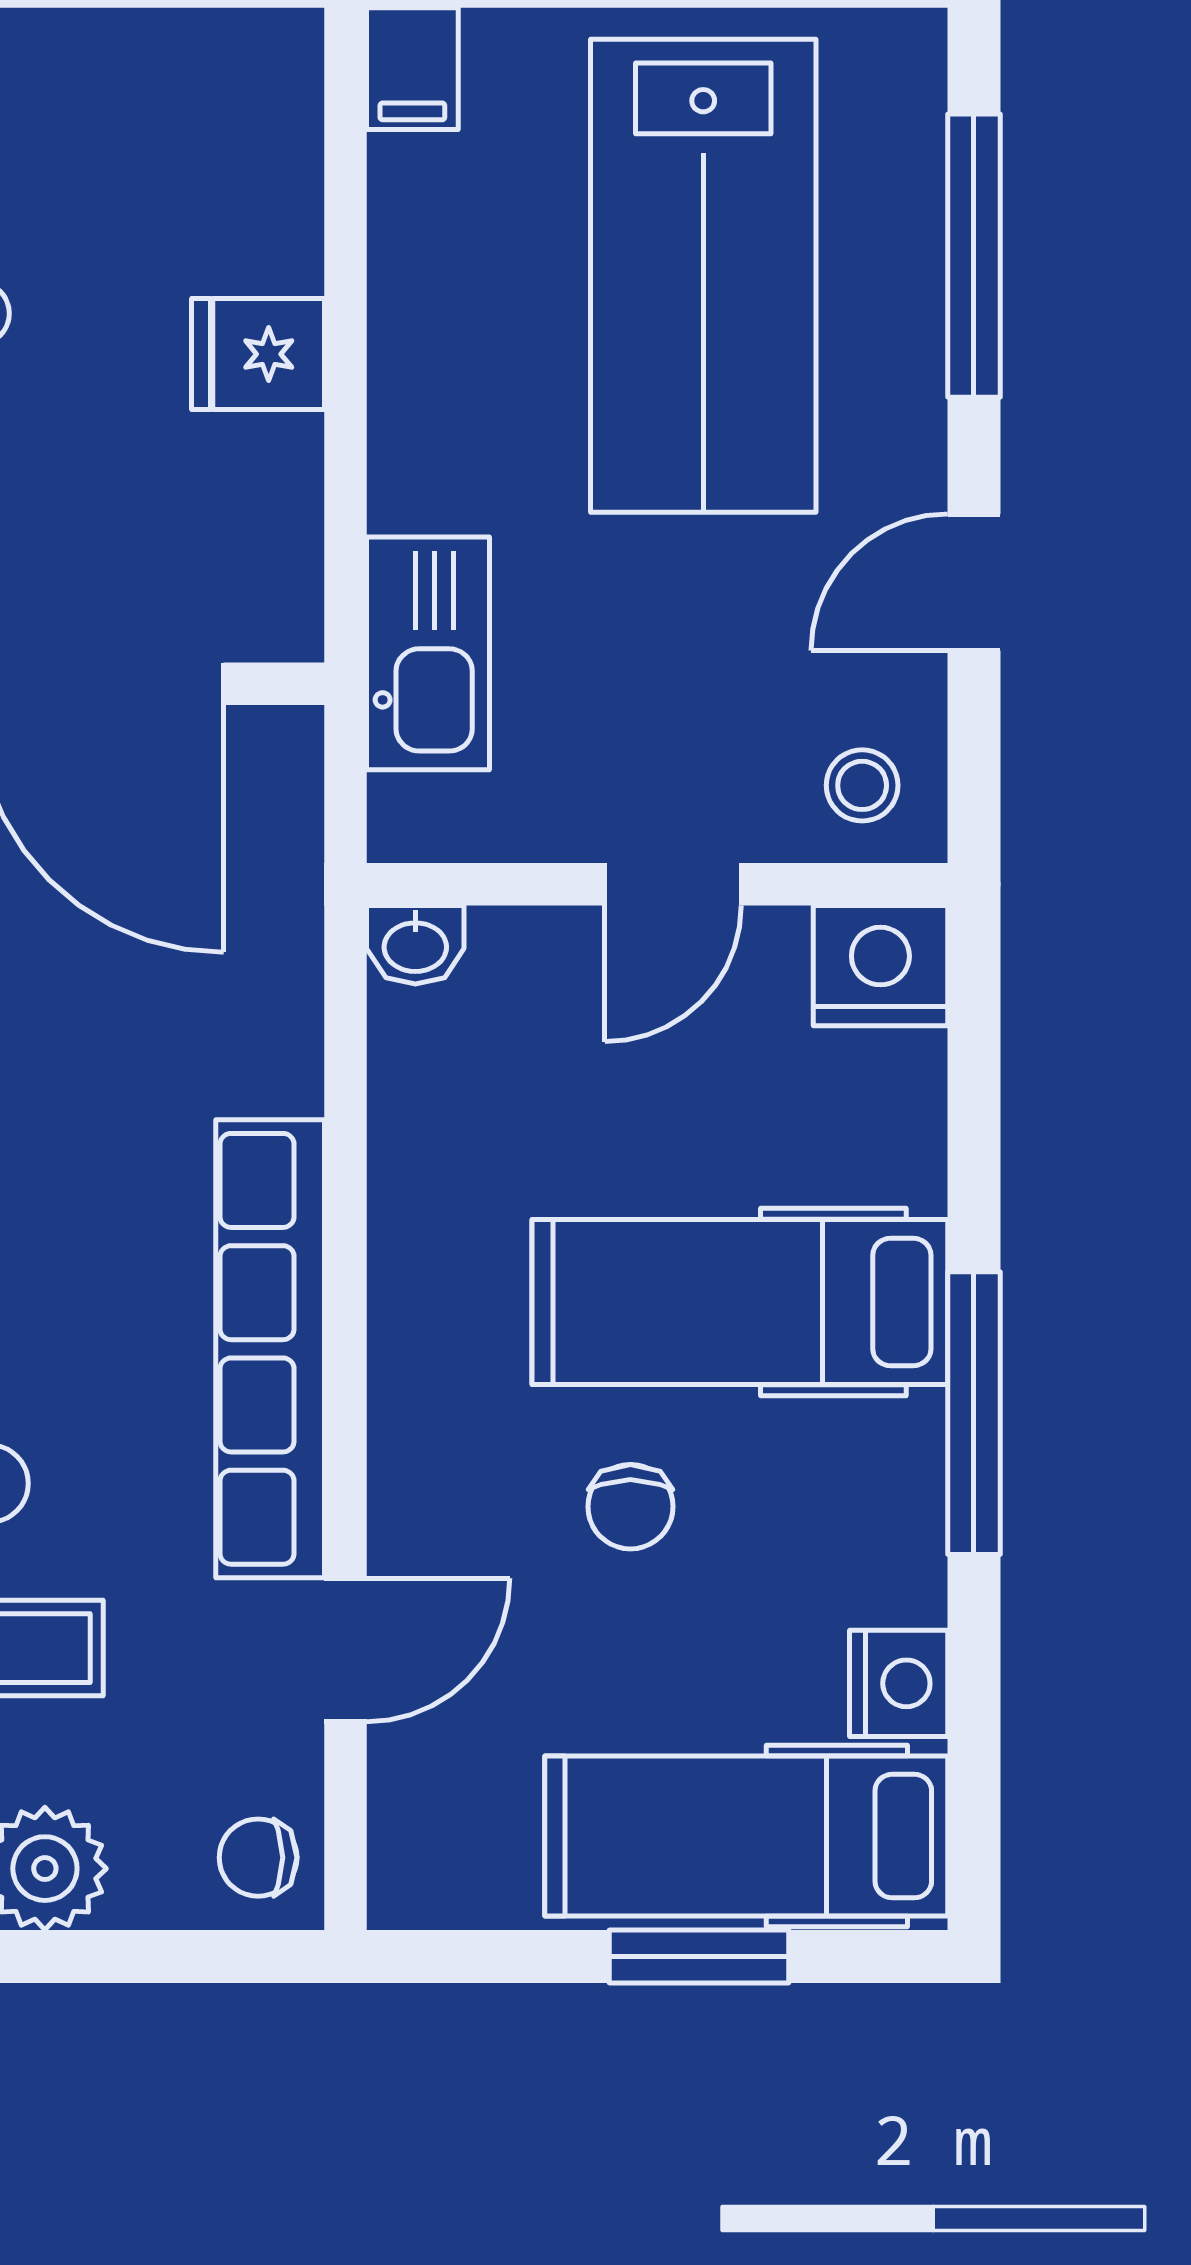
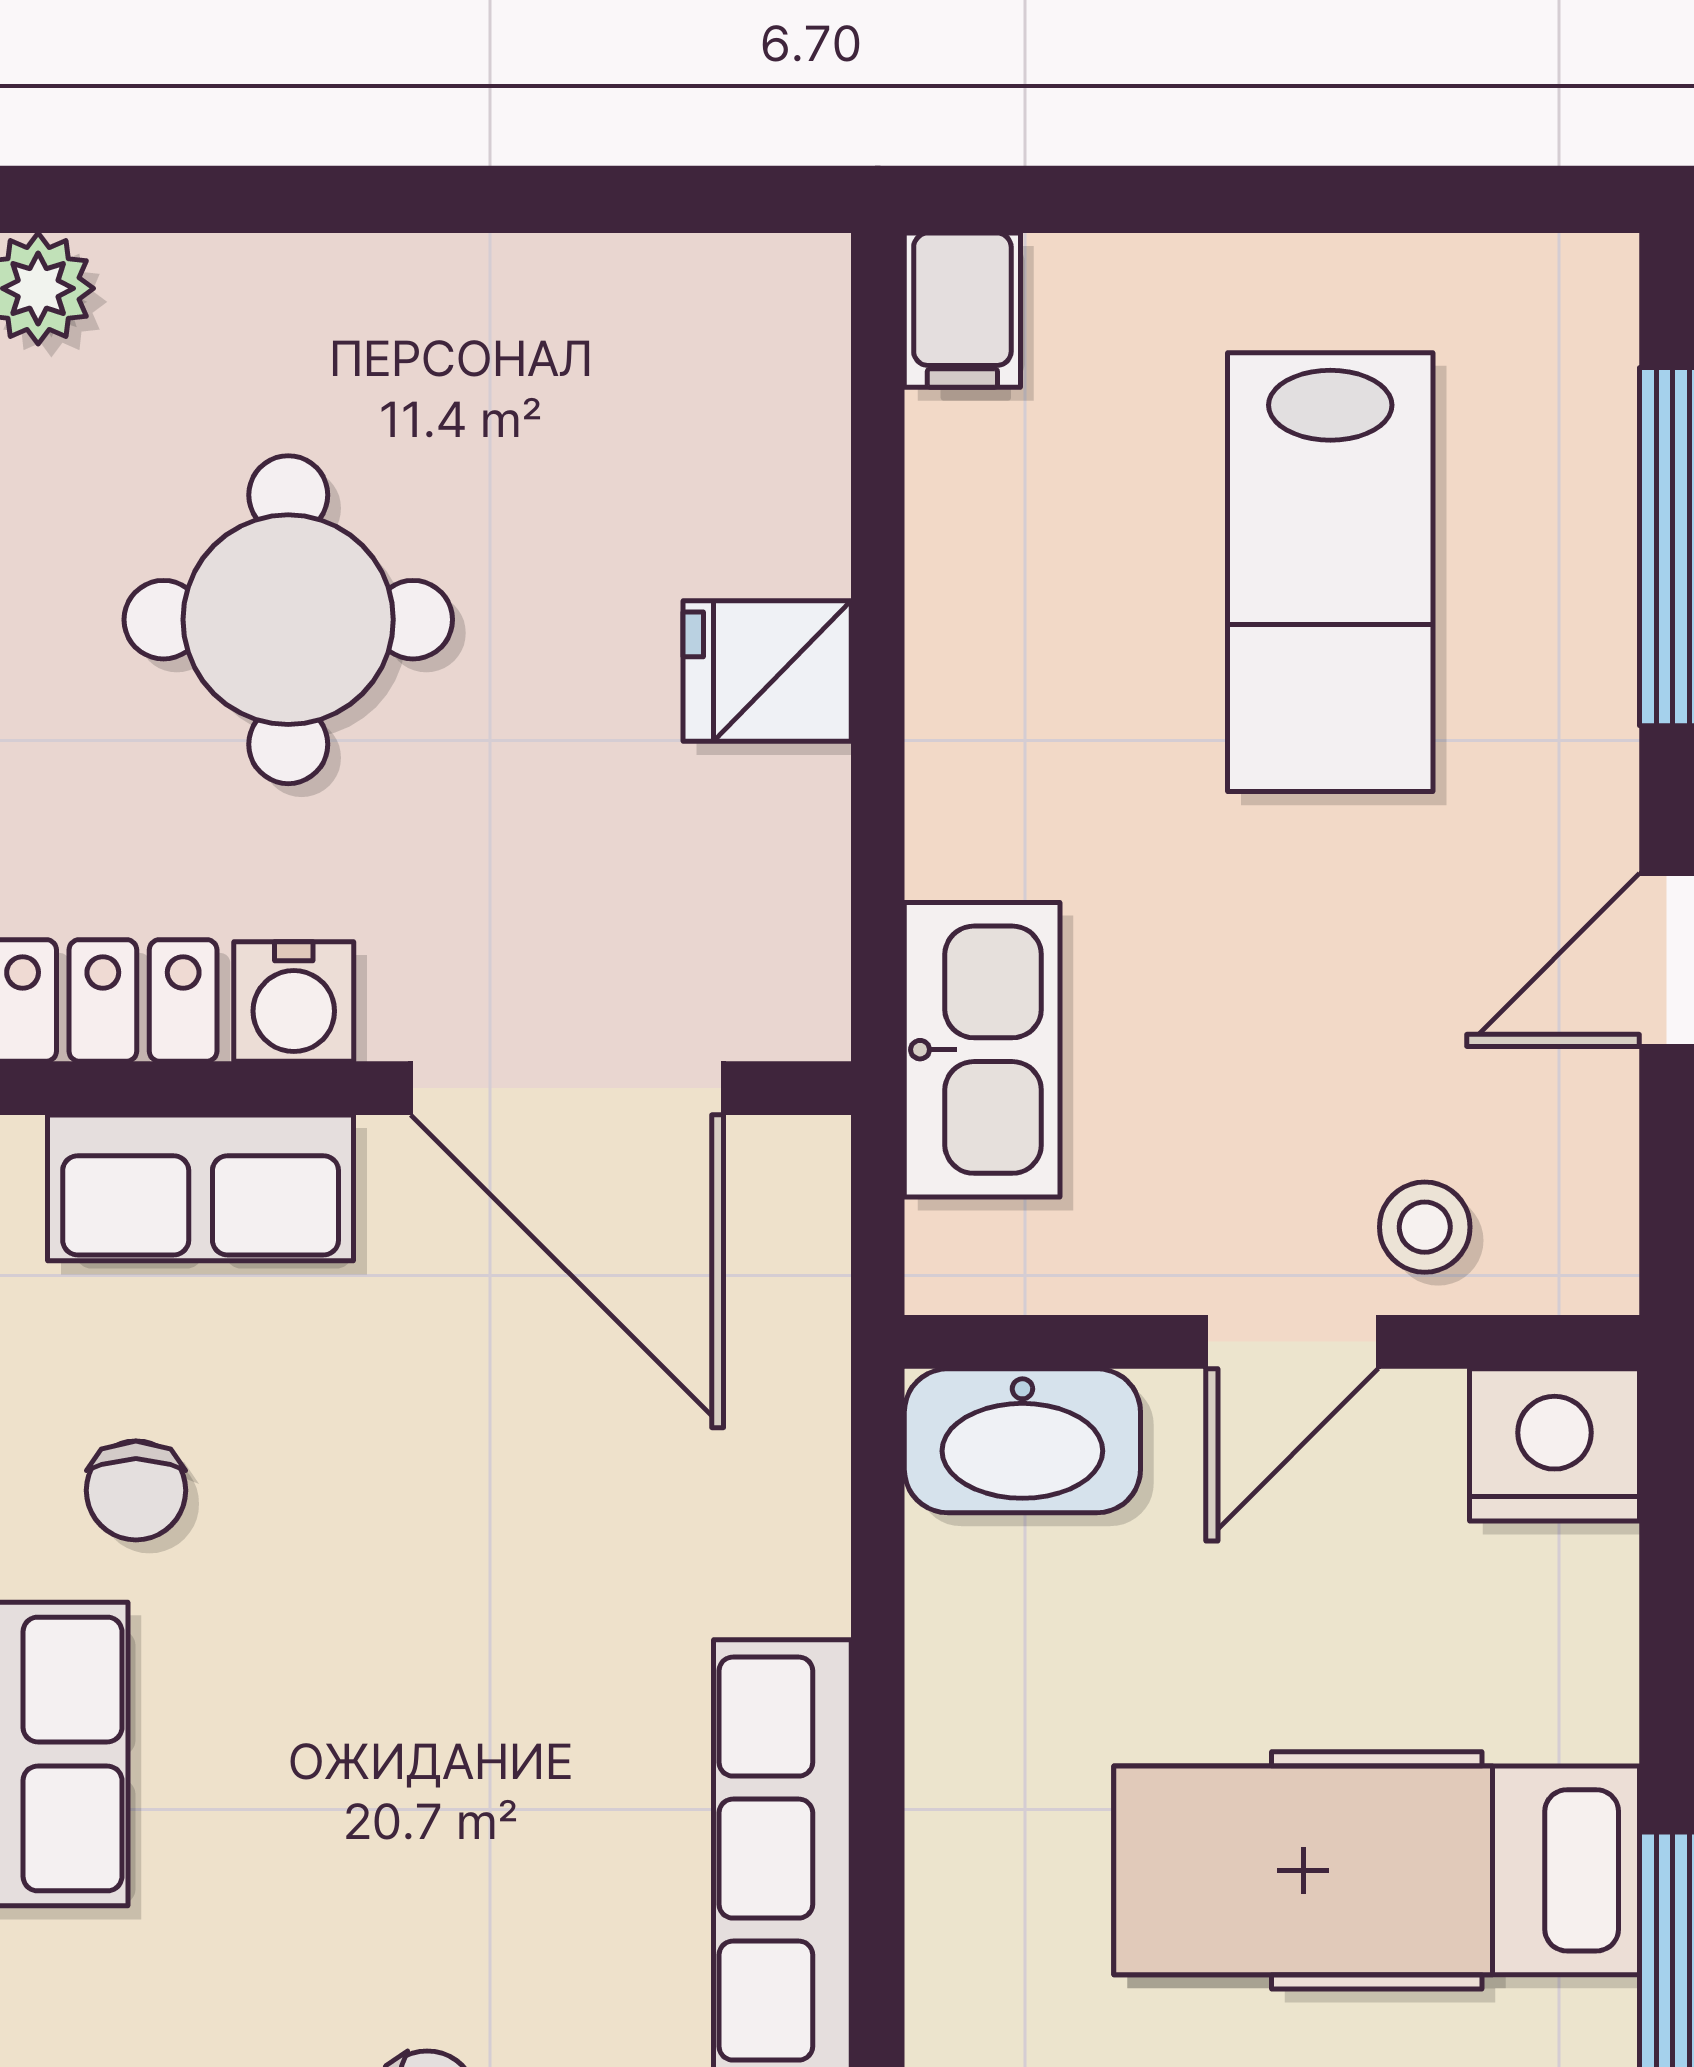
lab bench: (703, 276) -> (1330, 572), width x0.73, depth x0.72
stool: (862, 785) -> (1425, 1227), moved
washbasin: (415, 945) -> (1022, 1441), width x1.91, depth x1.45

